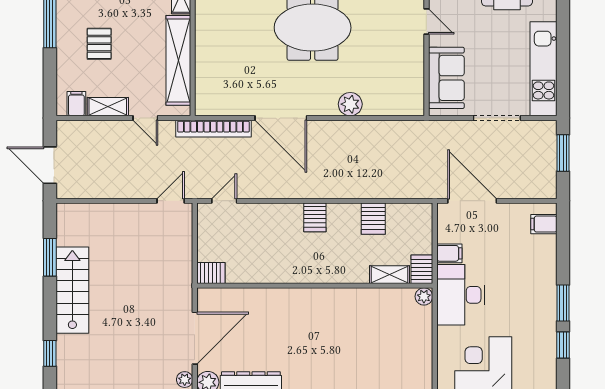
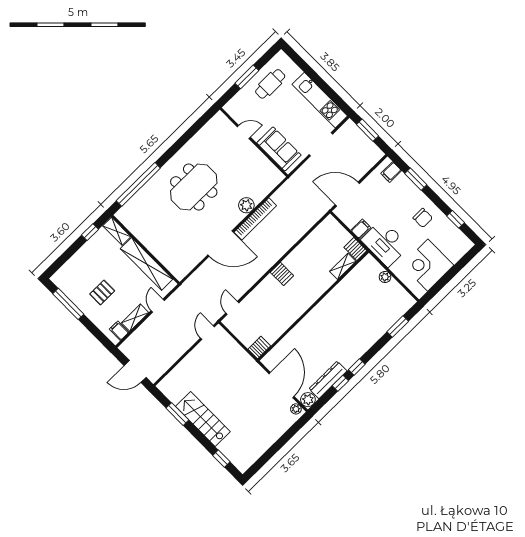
pallet: (99, 44) -> (102, 292), turned 90
door: (145, 118) -> (158, 306), swing flipped
bookcase: (213, 129) -> (255, 219), moved
server rack: (373, 219) -> (310, 248), removed
plant: (424, 296) -> (385, 277), moved
window: (563, 303) -> (416, 179), moved
chair: (529, 308) -> (423, 218), added

